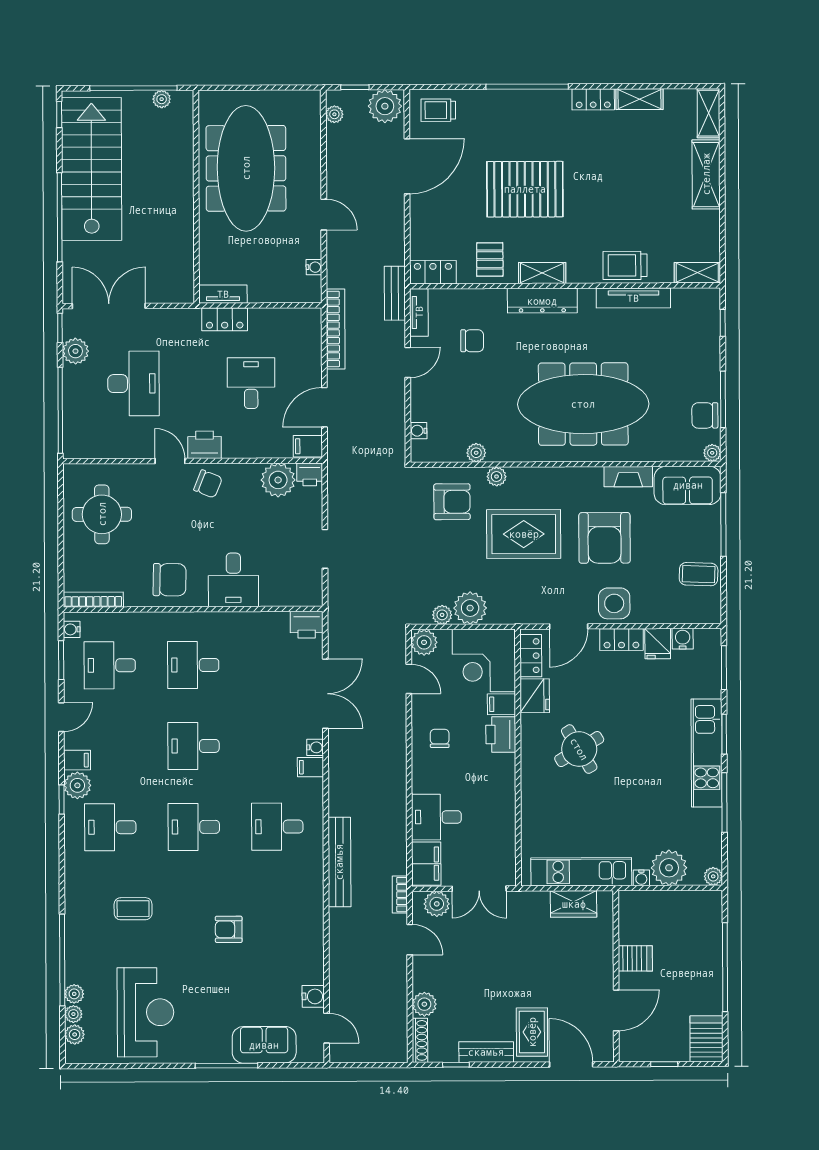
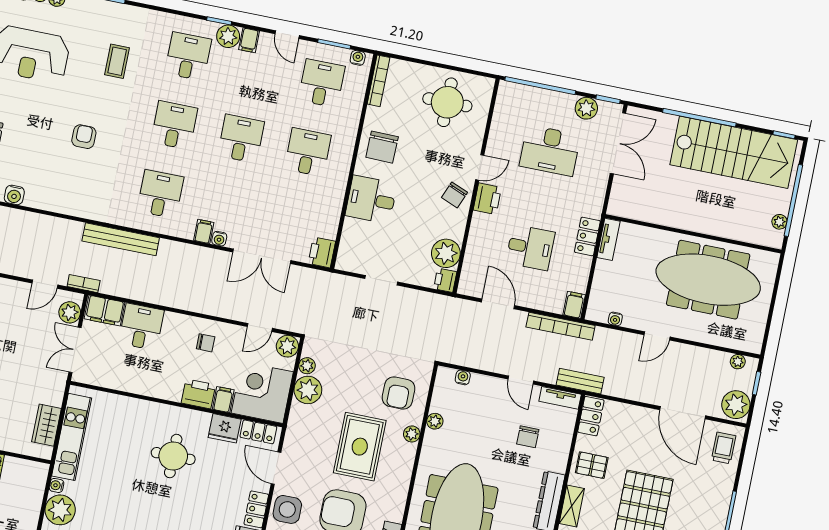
filing cabinet: (308, 446) -> (574, 305), moved
round table: (579, 749) -> (173, 456), turned 31

